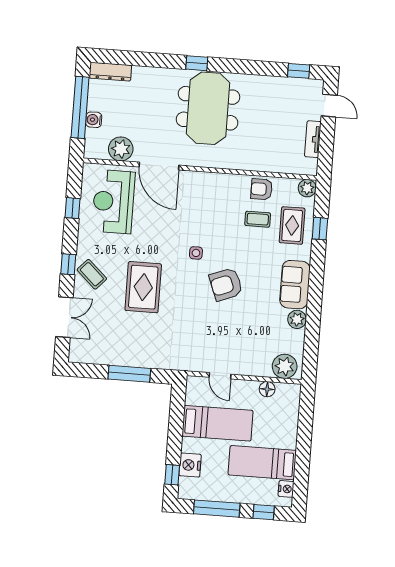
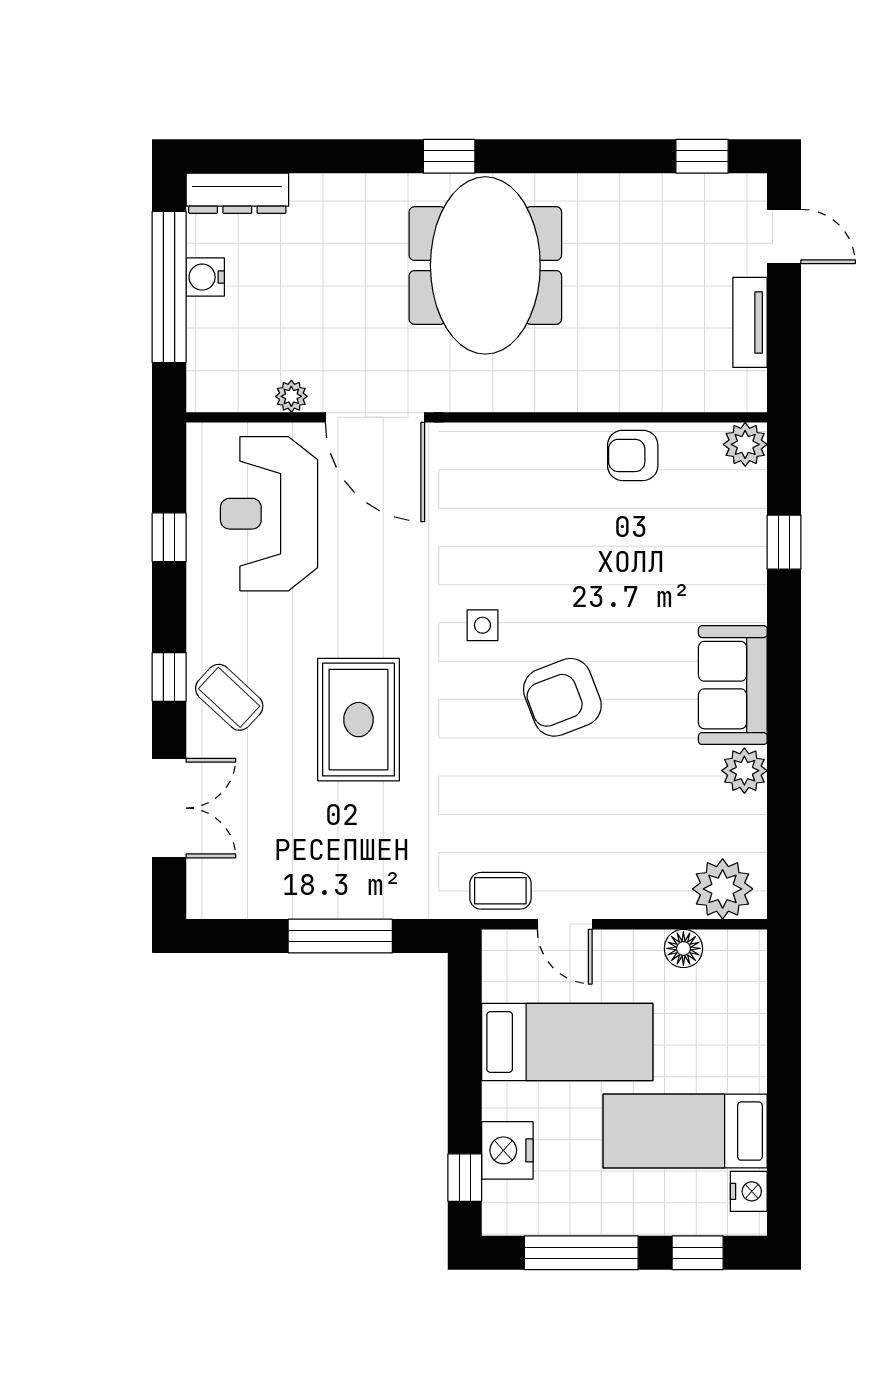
water cooler: (94, 120) -> (205, 277), moved
plant: (121, 149) -> (291, 396), width x0.53, depth x0.53
coffee table: (258, 219) -> (500, 891), moved
rug: (292, 225) -> (715, 540), removed

